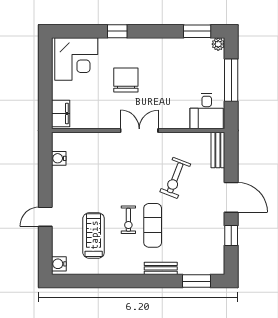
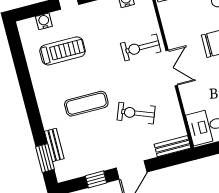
exercise bike: (128, 220) -> (141, 48), moved, width x1.38, depth x1.39
water cooler: (59, 264) -> (44, 21), moved
bench: (161, 268) -> (54, 145), moved

